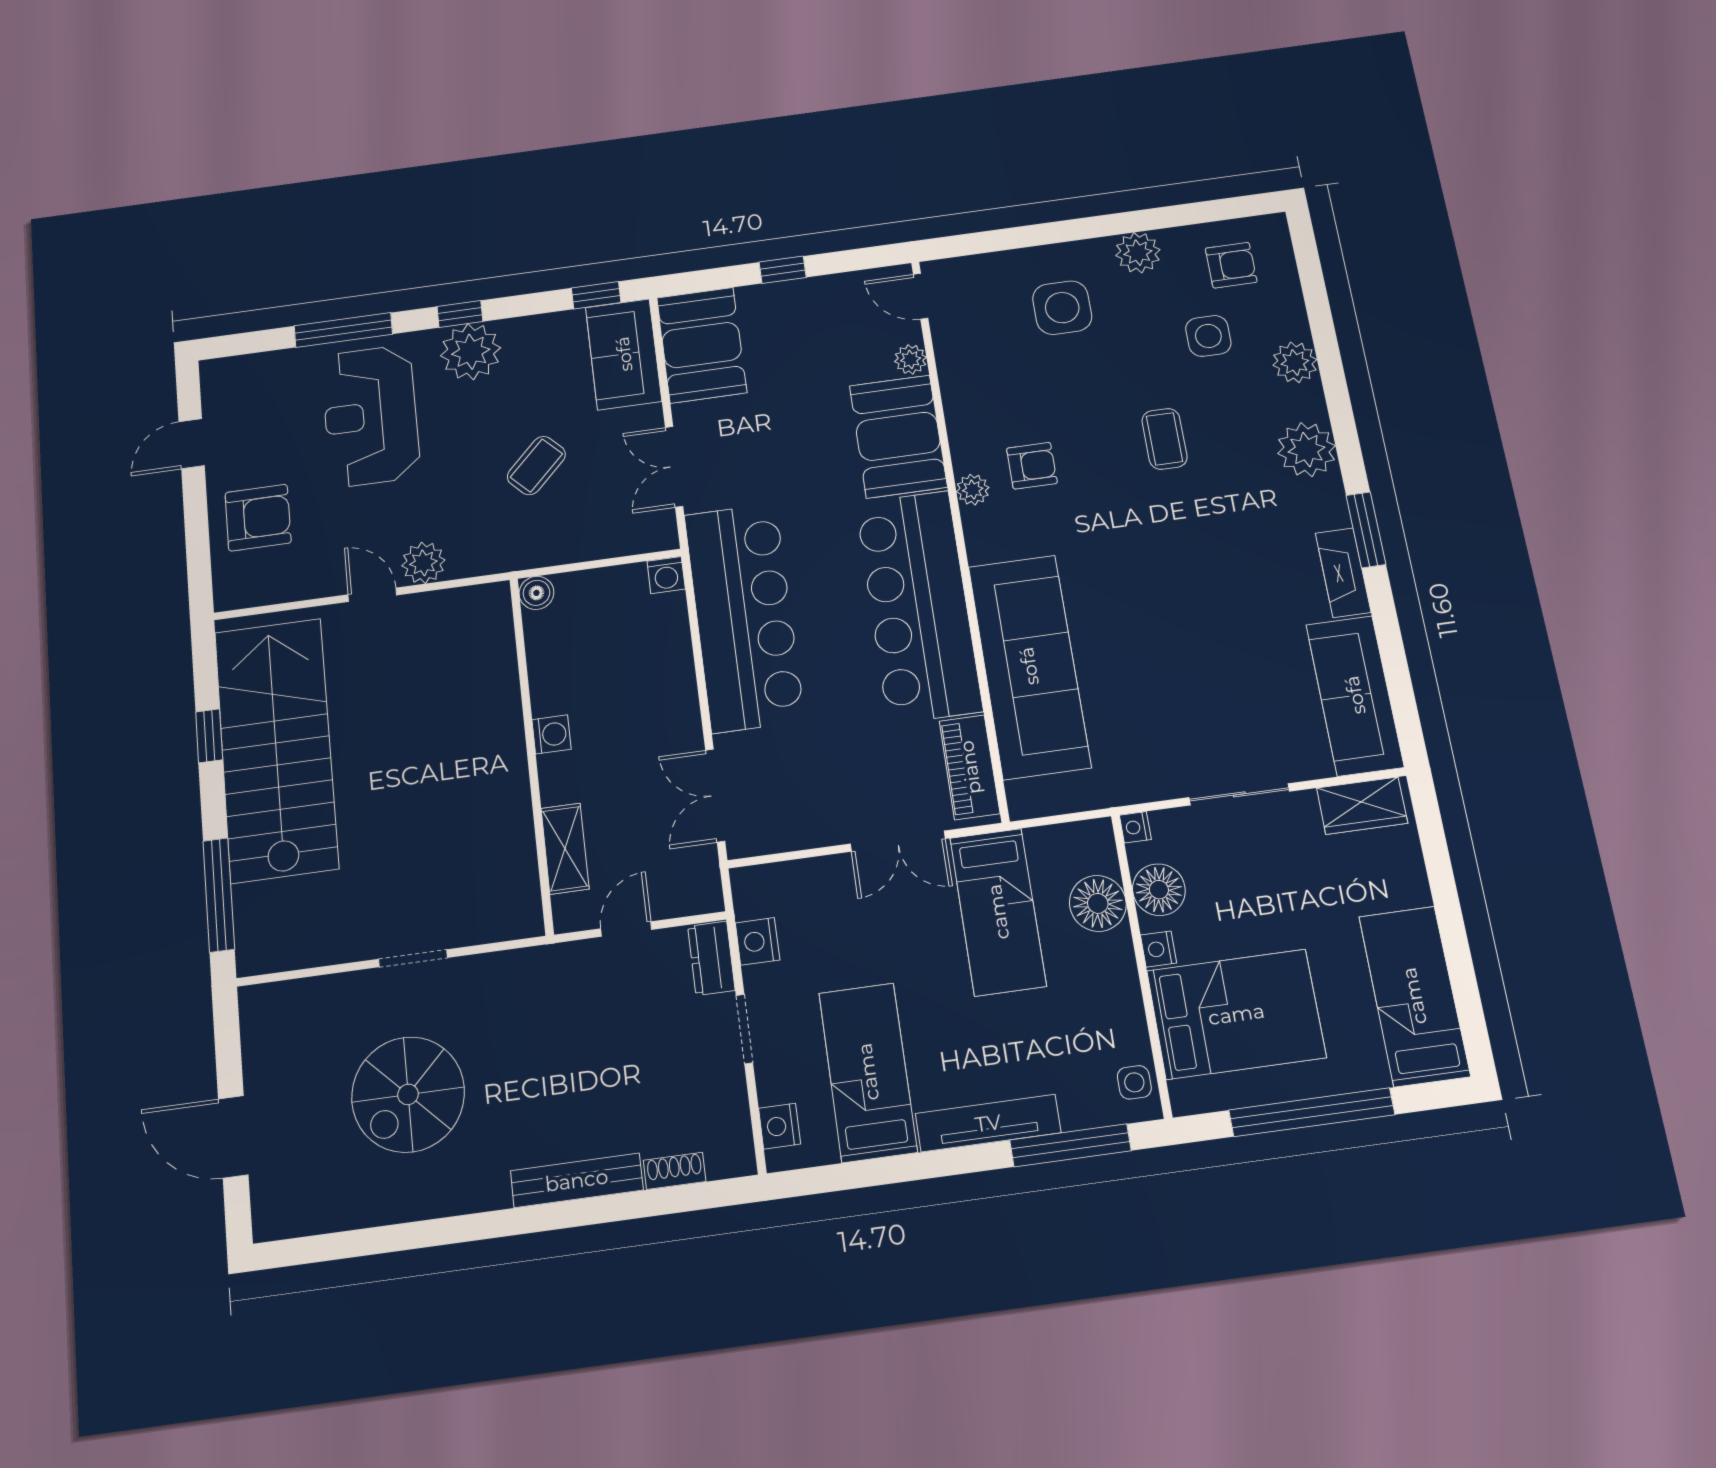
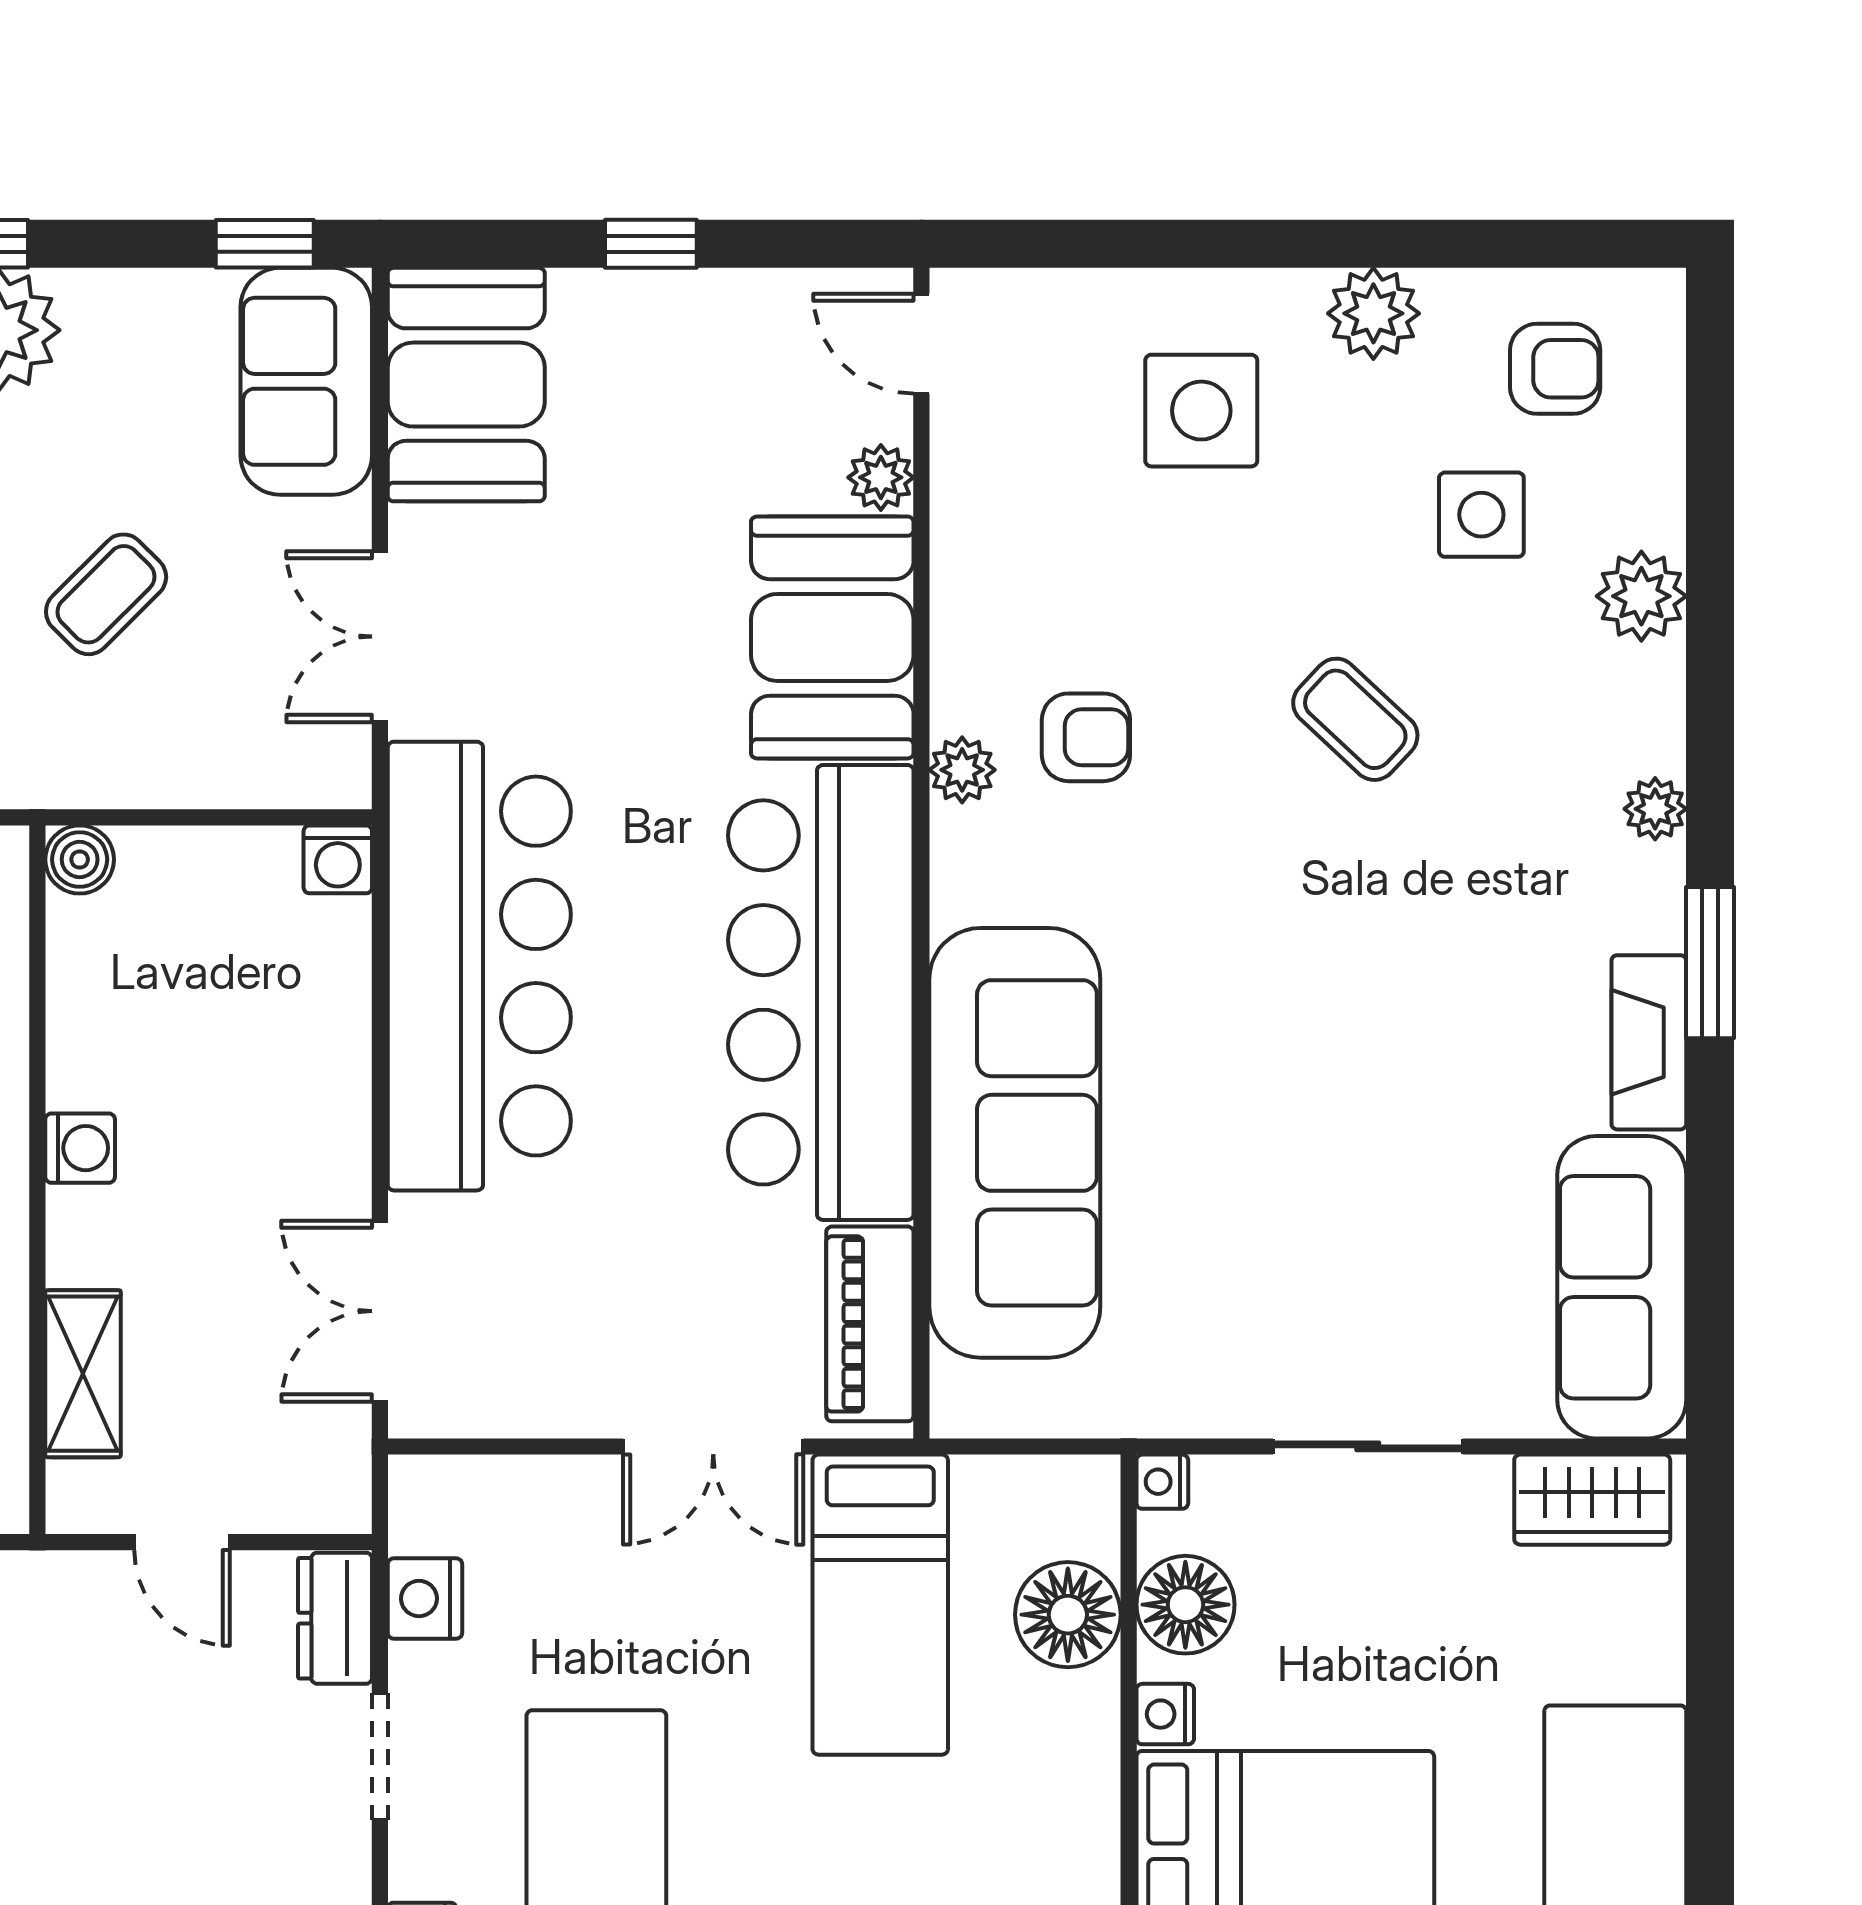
coffee table: (1165, 439) -> (1355, 719), turned -47
plant: (1306, 450) -> (1655, 809), width x0.53, depth x0.53
door: (626, 929) -> (182, 1542), swing flipped

